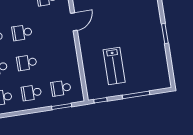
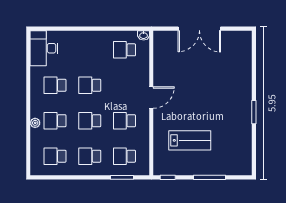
door: (74, 22) -> (151, 98), moved
school desk: (56, 58) -> (124, 121), added
lab bench: (114, 66) -> (190, 140), turned -90

